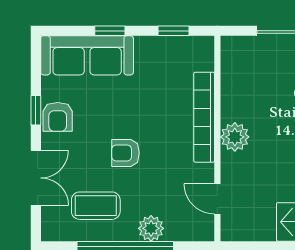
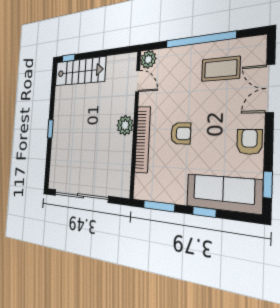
window: (174, 31) -> (159, 206), width x1.50
window: (36, 110) -> (268, 185), moved
armchair: (125, 153) -> (181, 133), moved
plant: (151, 228) -> (148, 59), moved

